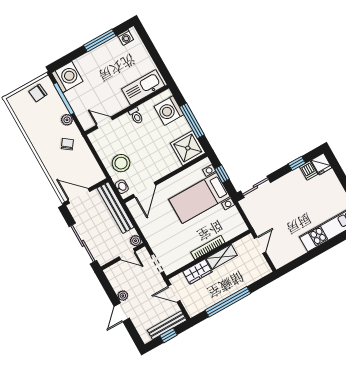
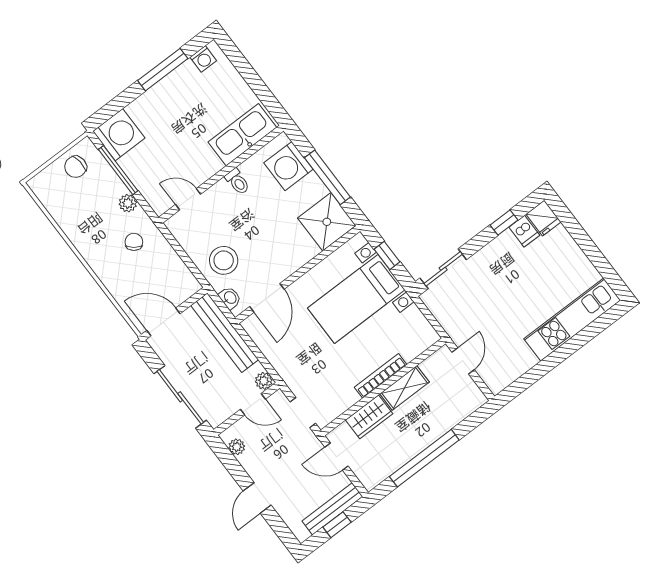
plant: (123, 296) -> (237, 447), moved

